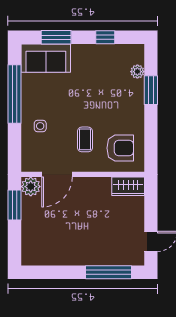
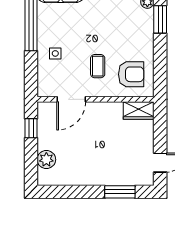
plant: (31, 187) -> (46, 160), moved
window: (15, 205) -> (31, 128), width x0.67
window: (108, 272) -> (120, 192), width x0.69

